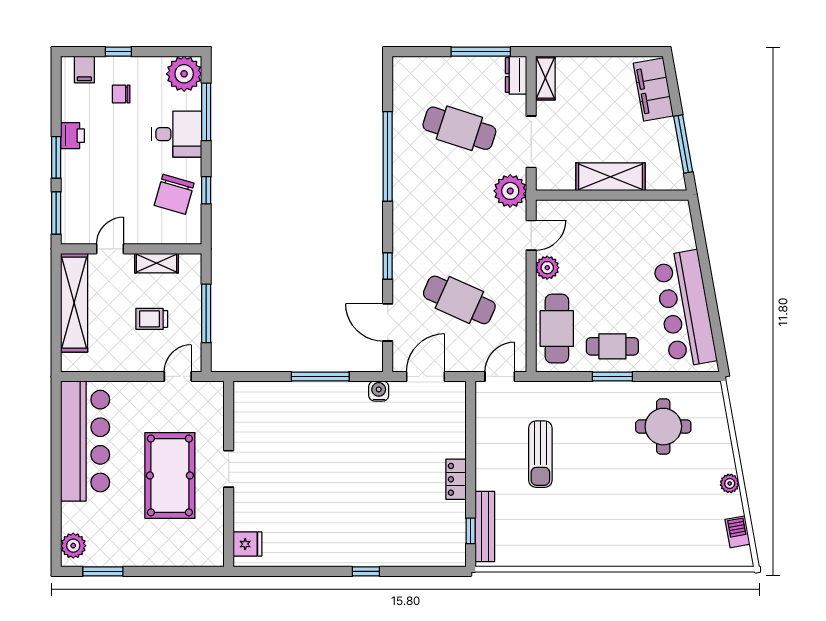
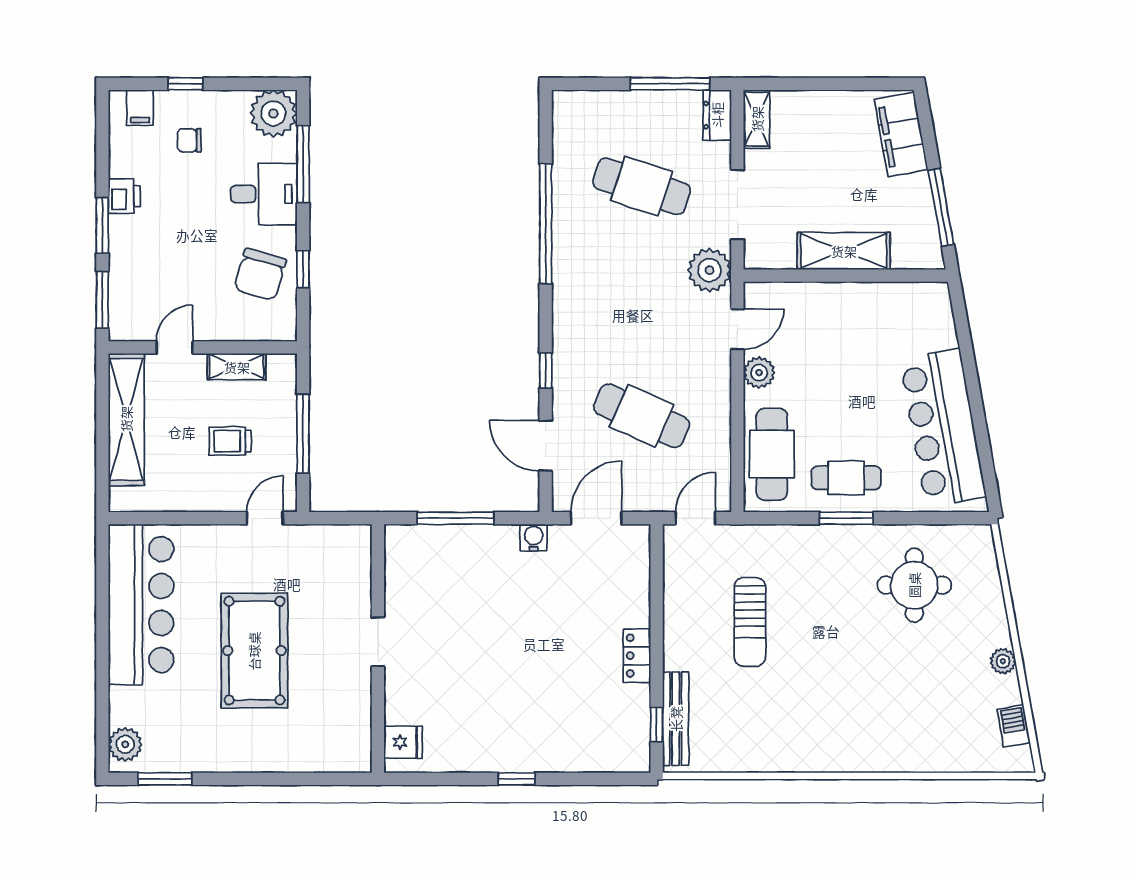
doorway: (229, 469) -> (378, 642), moved
wall: (229, 474) -> (378, 648), moved
fridge: (247, 544) -> (403, 742), moved

